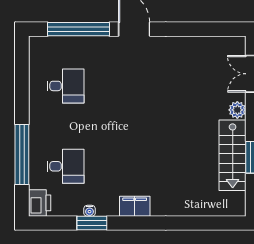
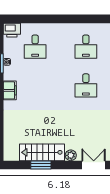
desk: (127, 86) -> (86, 85), added
window: (22, 155) -> (43, 19), removed

